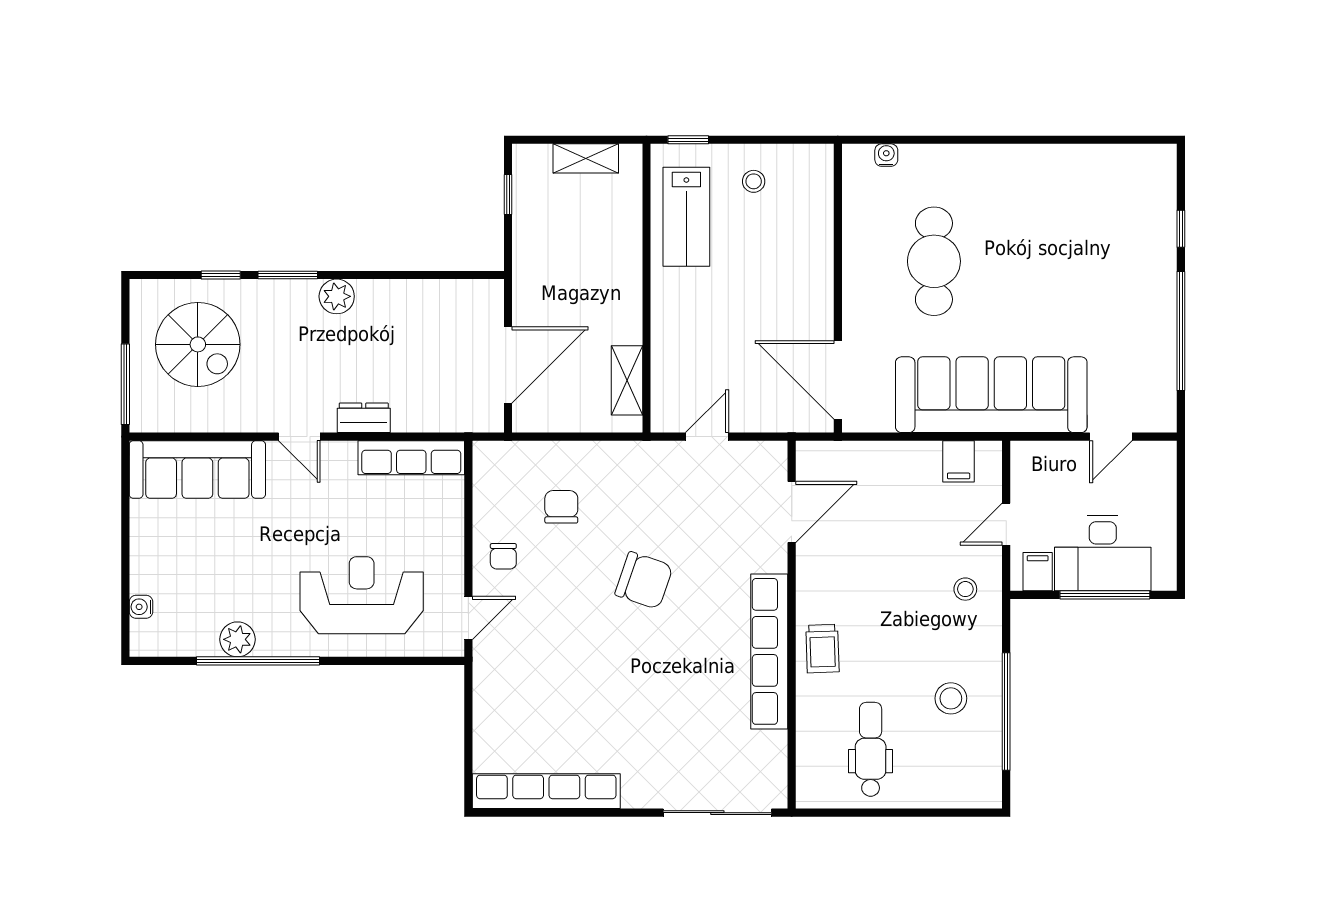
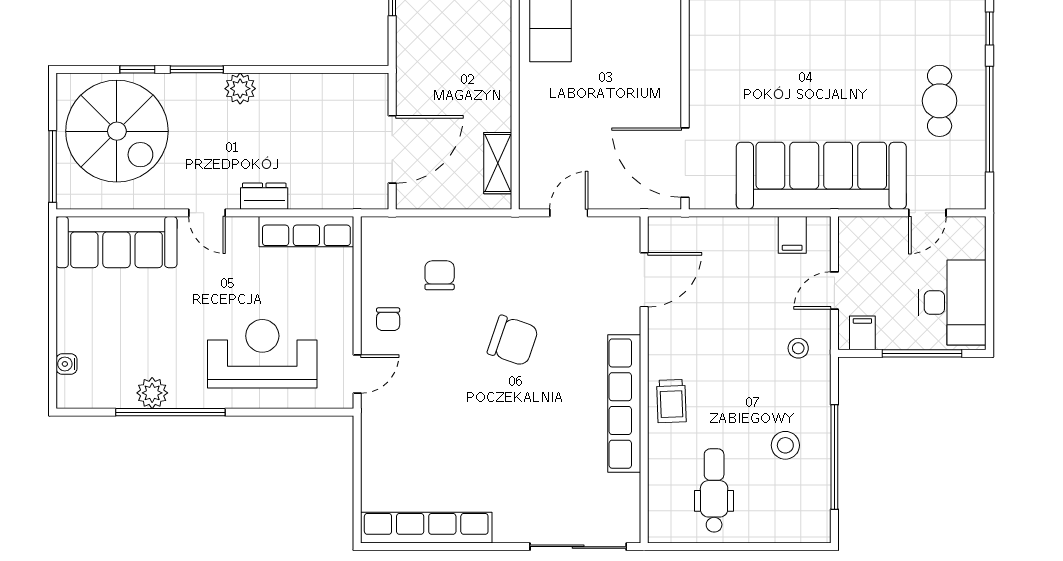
cafe table: (934, 261) -> (940, 101), moved, width x0.73, depth x0.74
spiral stairs: (198, 344) -> (117, 131), width x1.37, depth x1.37
desk: (1103, 553) -> (952, 302), moved, turned -90

